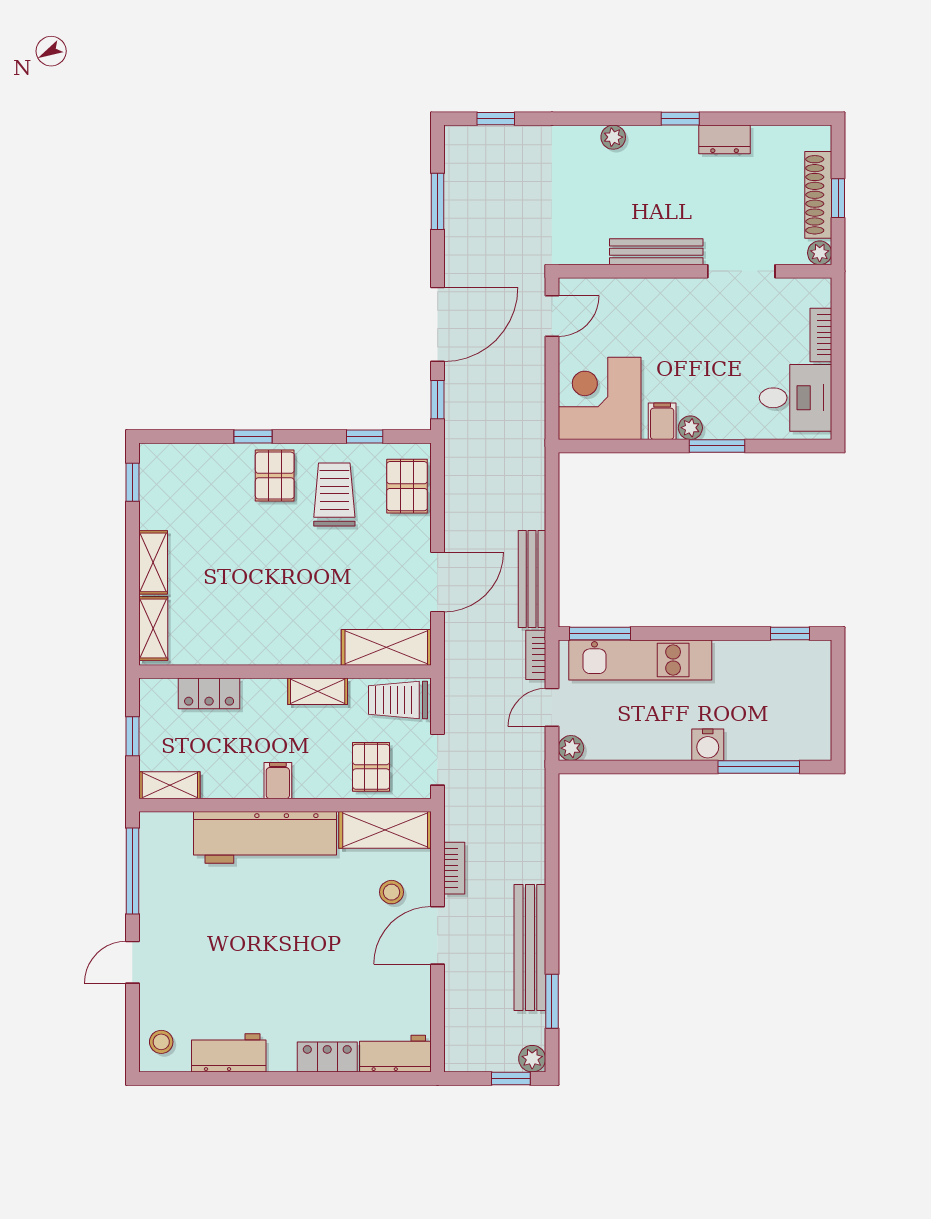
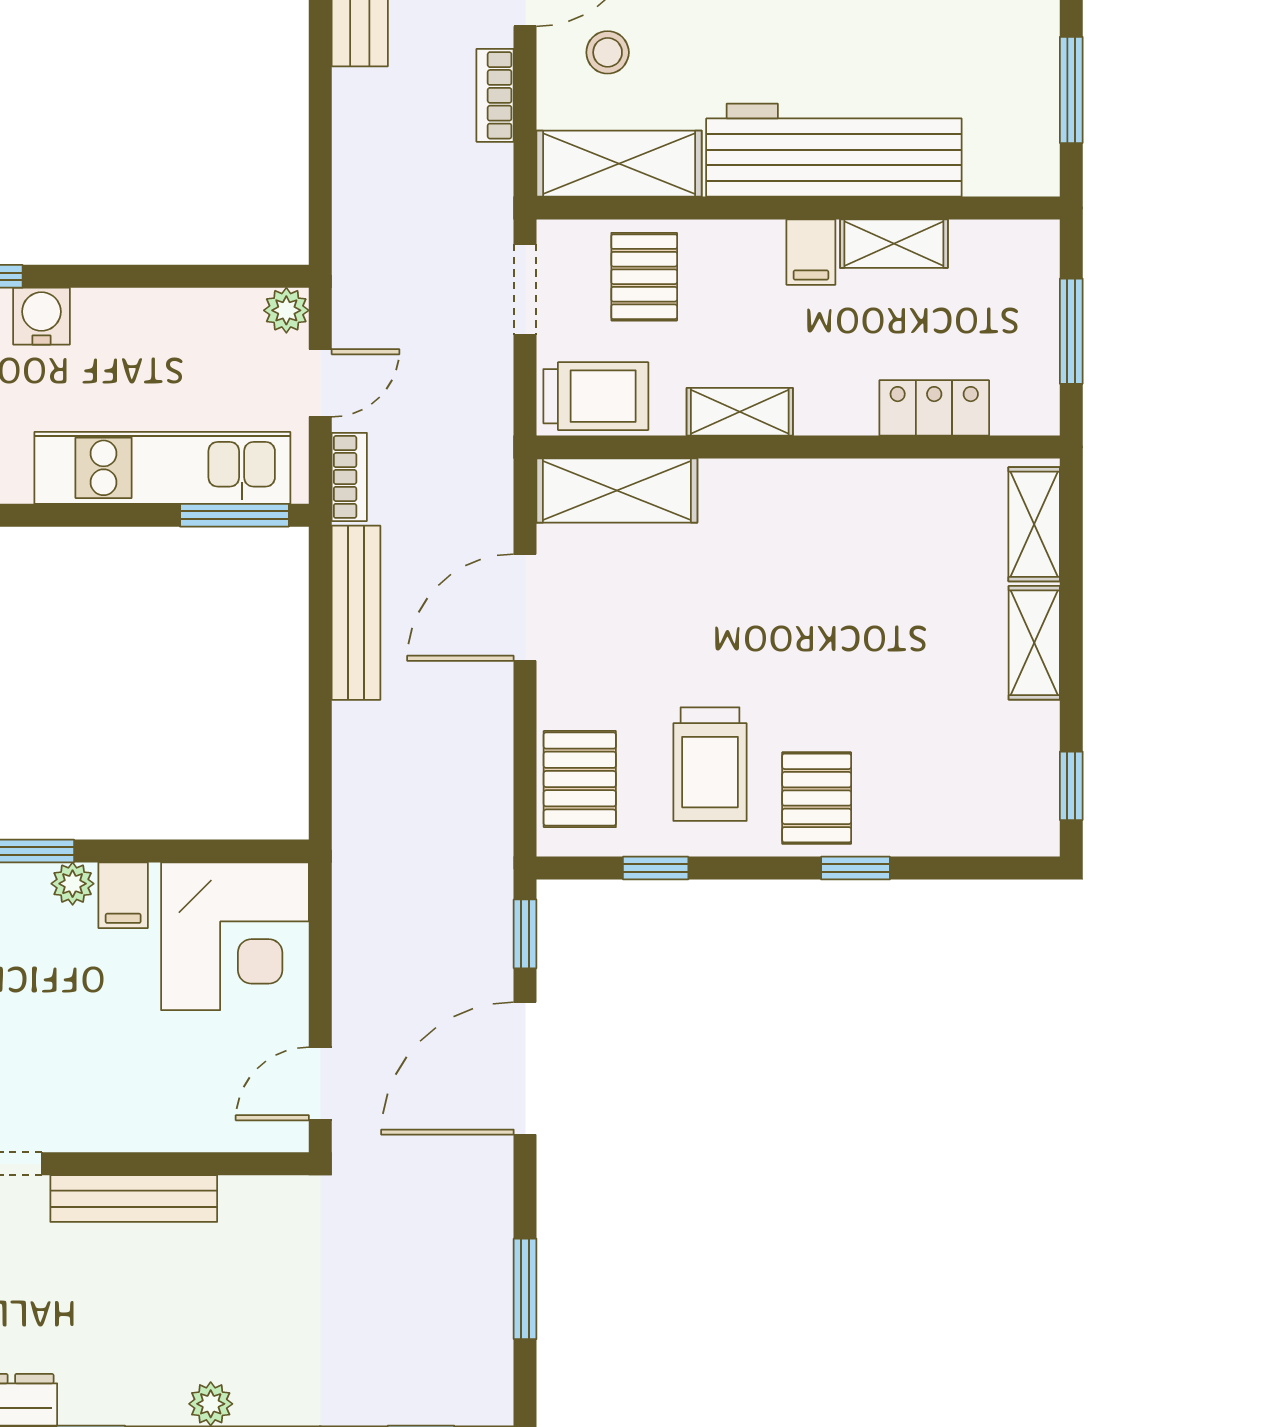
window: (132, 736) -> (1071, 331), width x1.50
shelving: (170, 785) -> (894, 244), moved
window: (132, 871) -> (1071, 90), width x0.69

